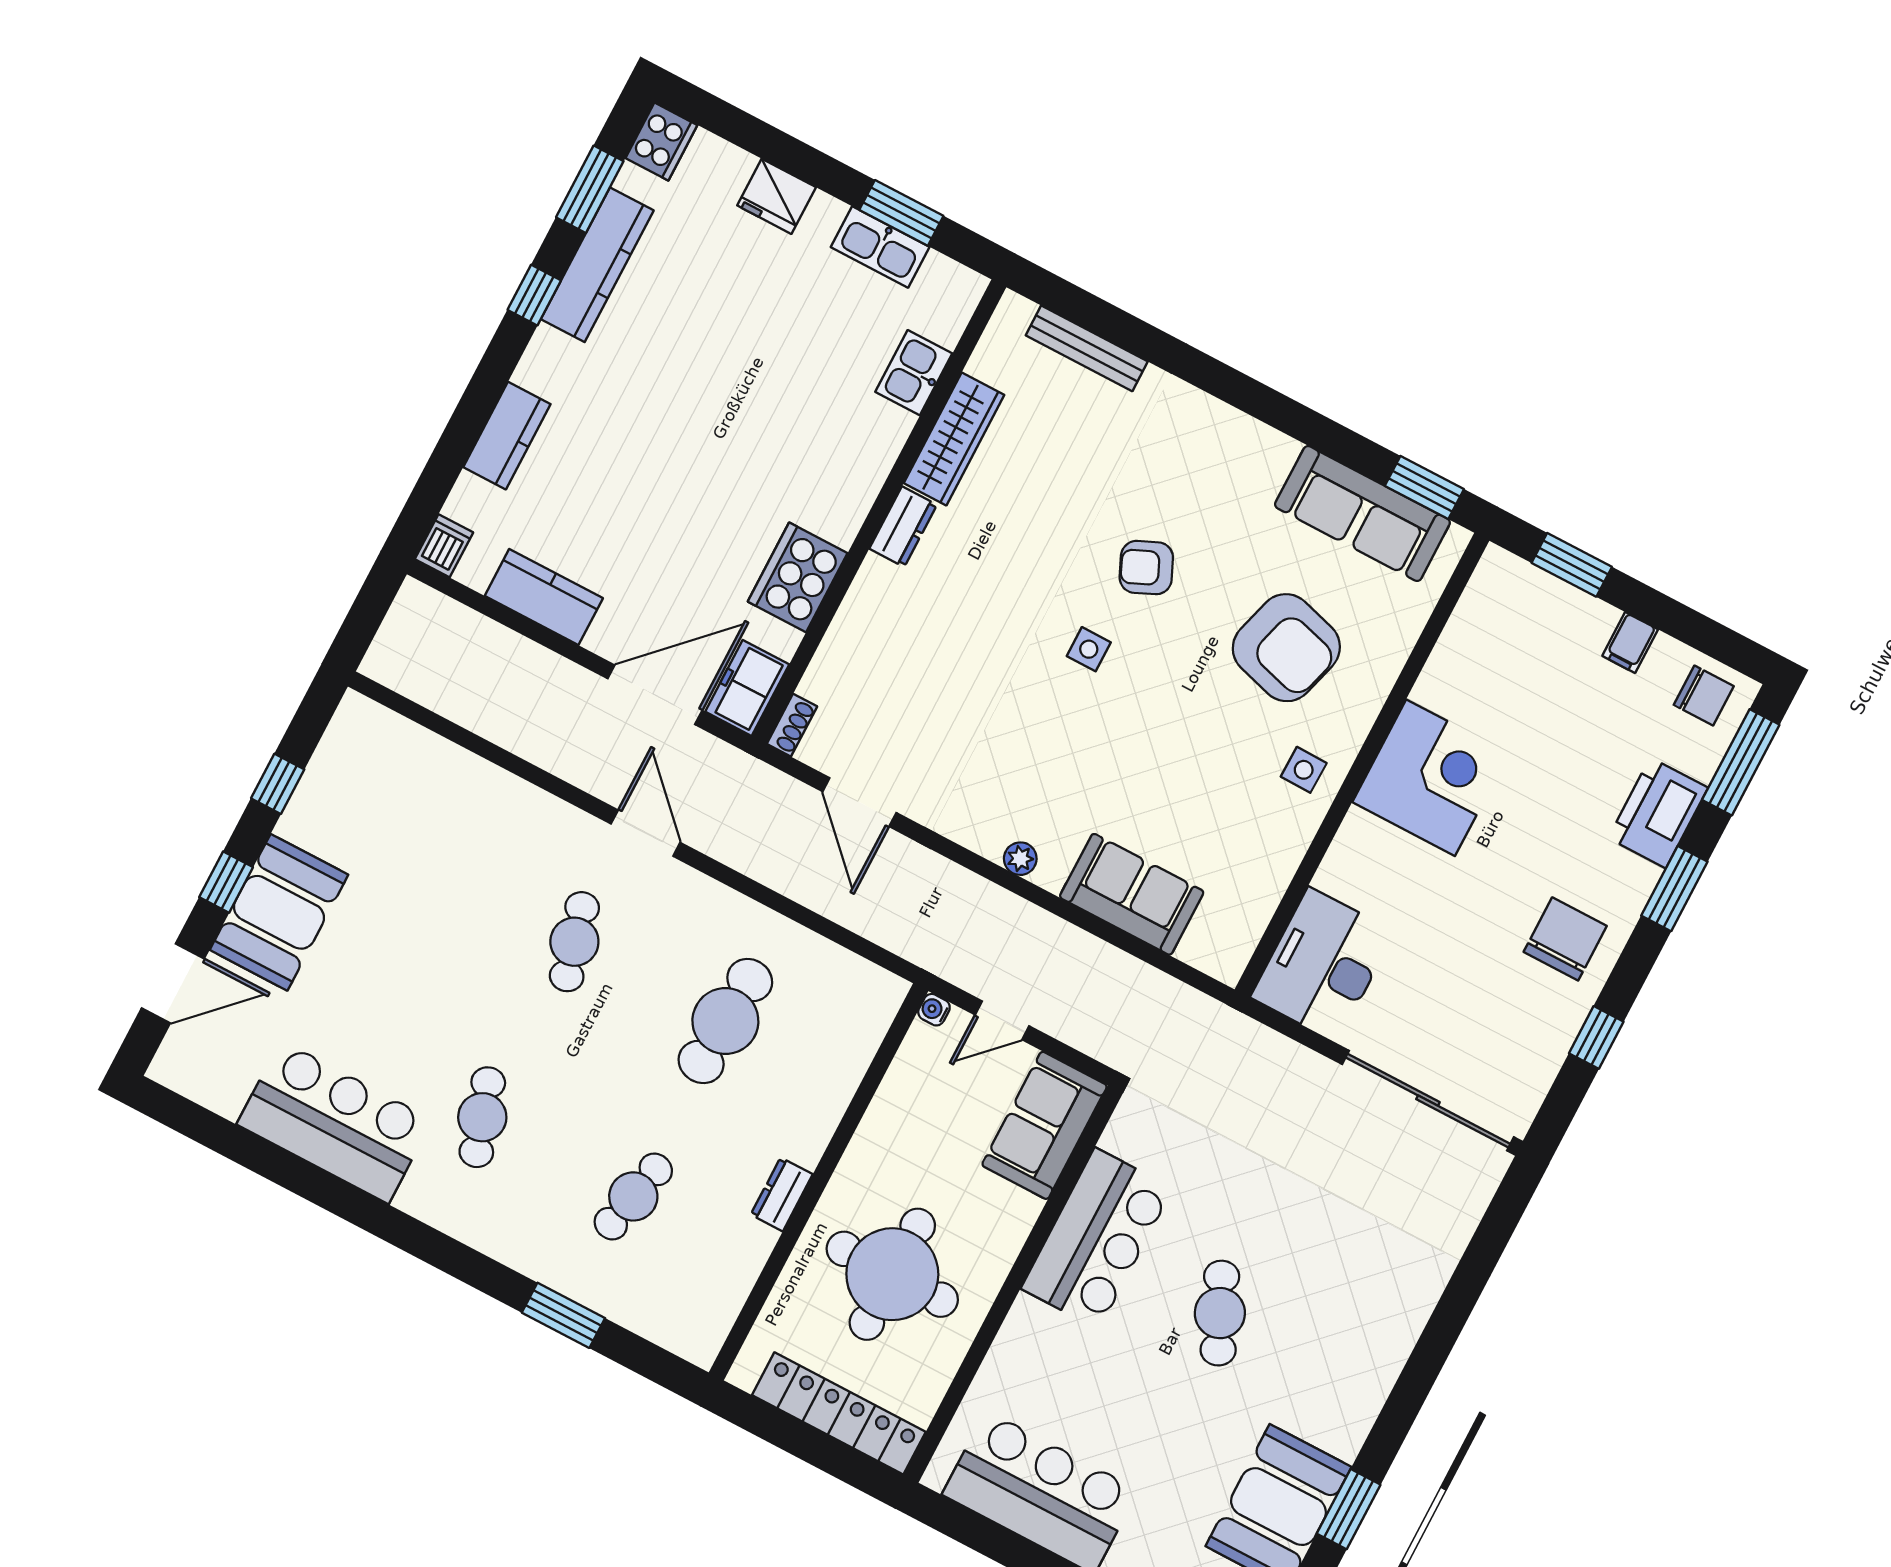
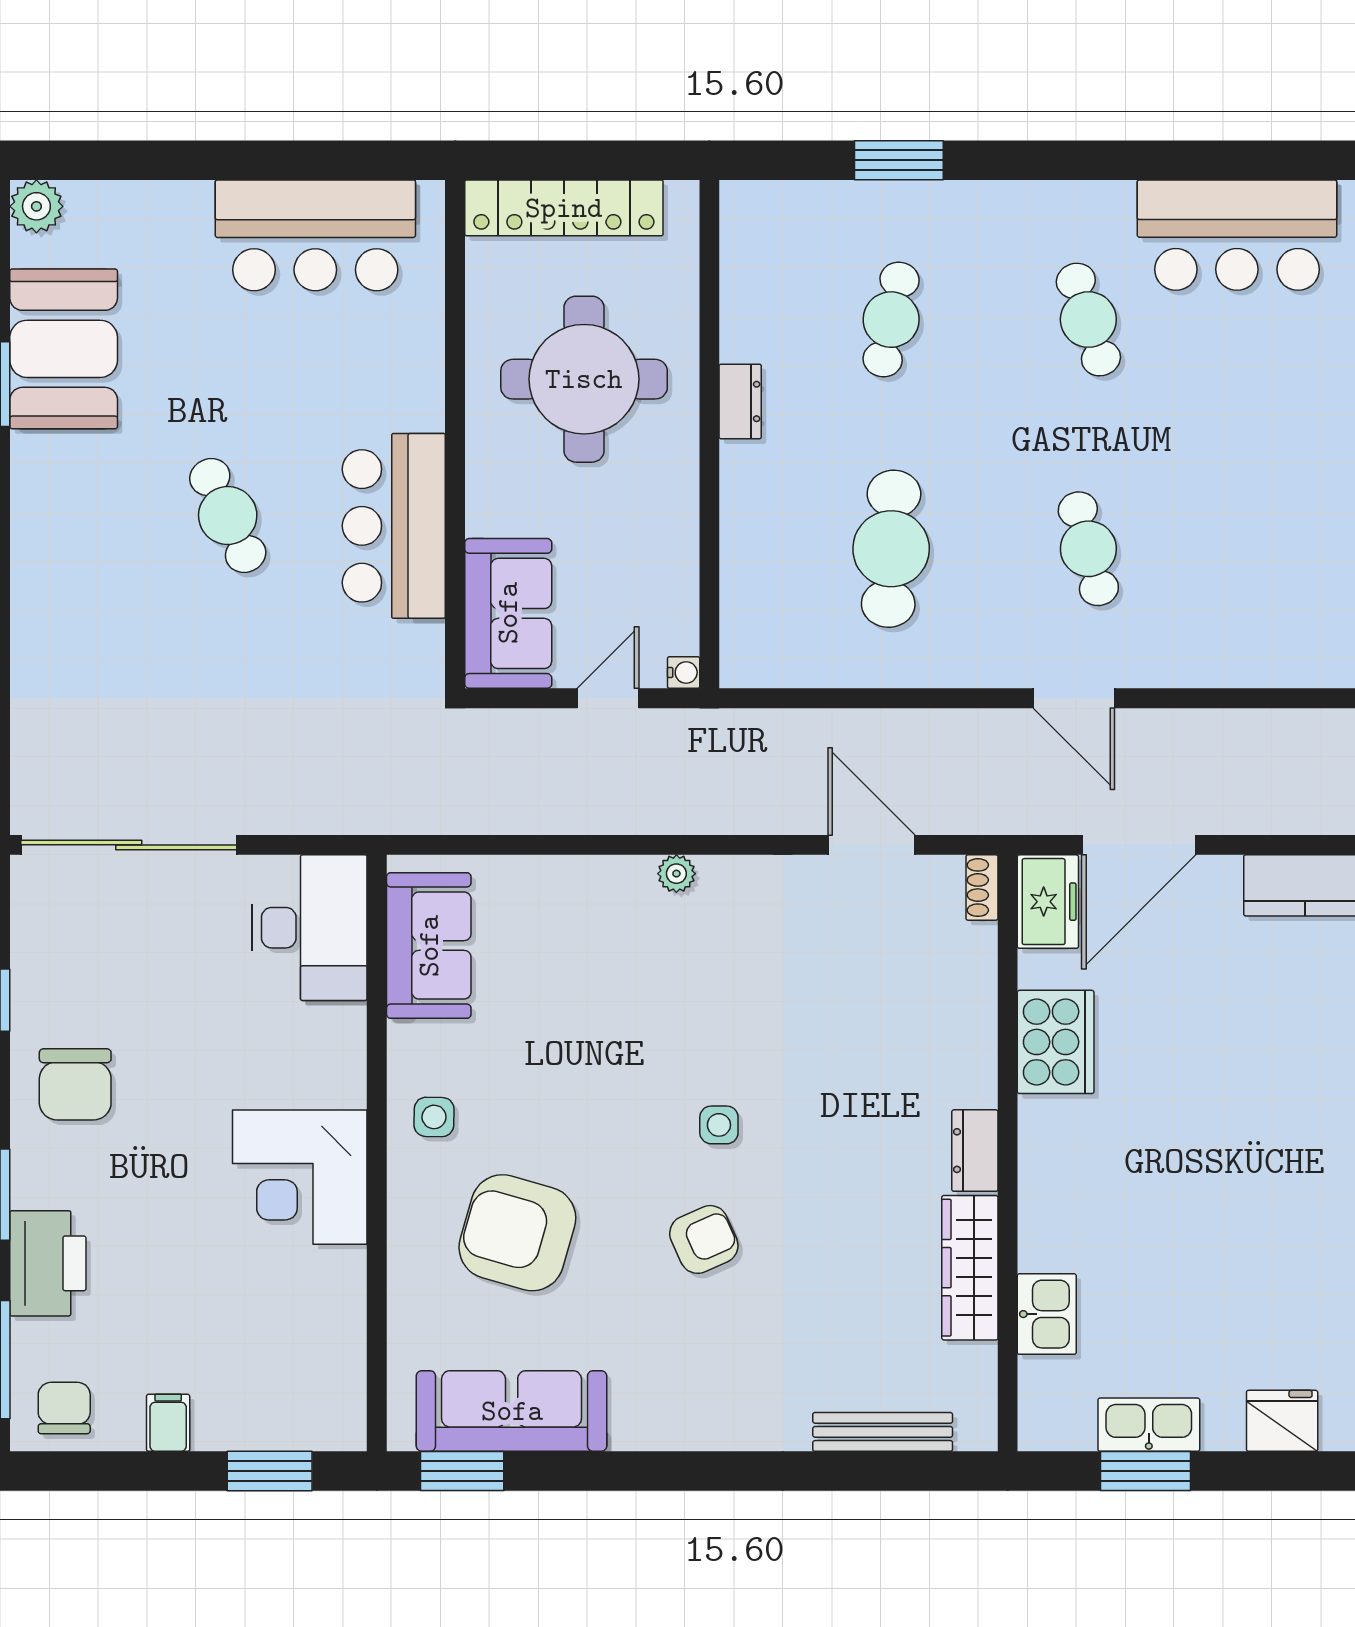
chair: (1704, 696) -> (64, 1408), turned 90
sofa: (1132, 894) -> (429, 946), moved, turned -90

